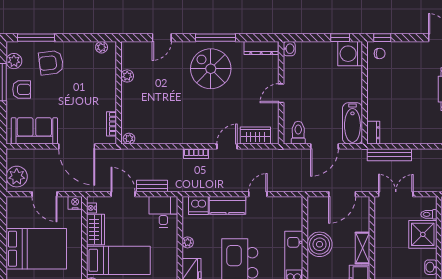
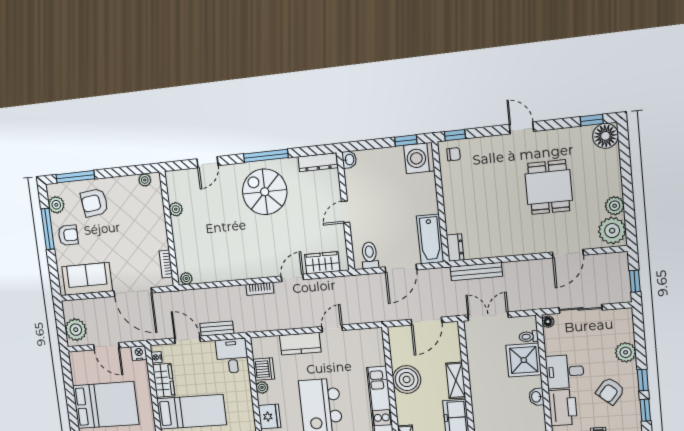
dishwasher: (198, 205) -> (264, 369), moved, turned -90

